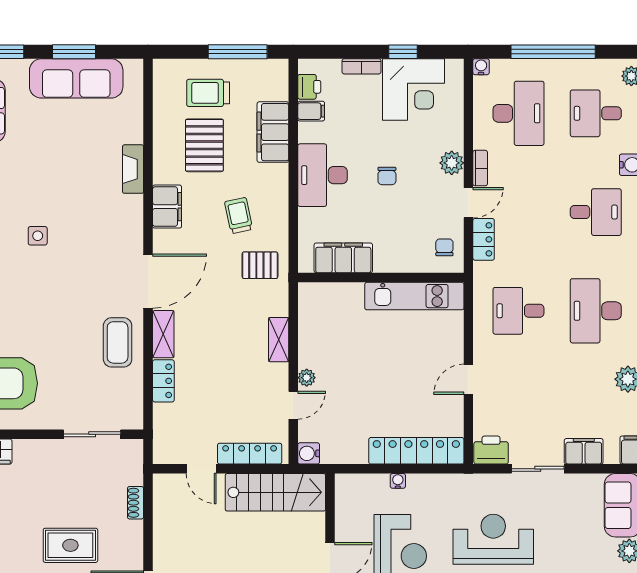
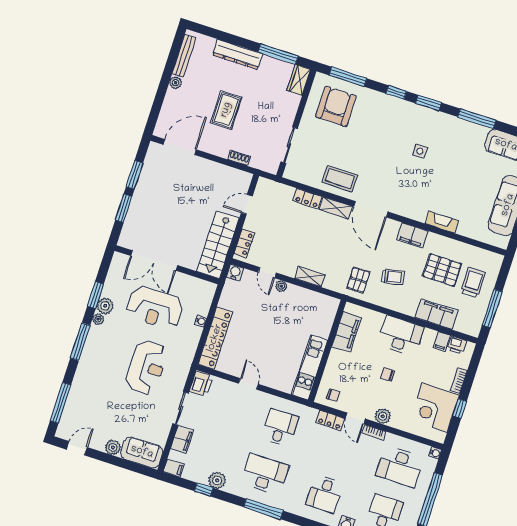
locker: (250, 454) -> (244, 243), width x0.66

